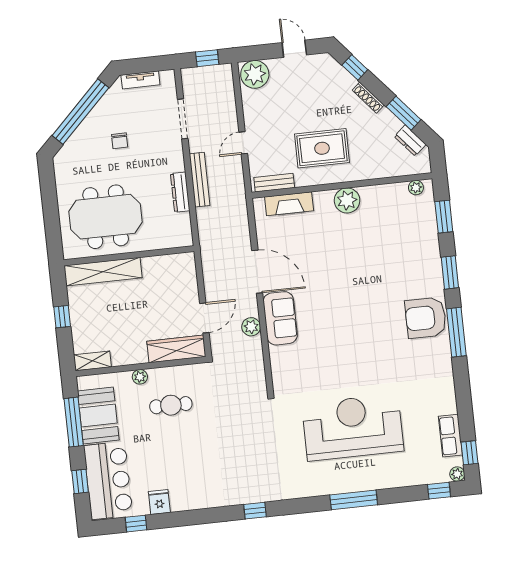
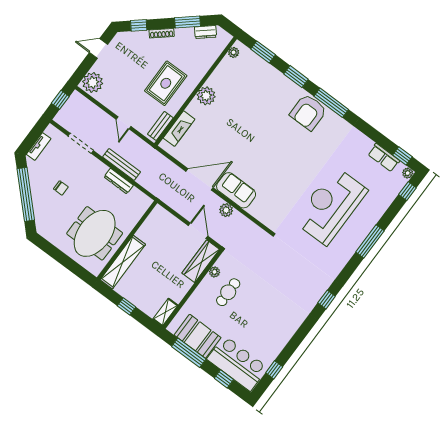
plant: (140, 377) -> (215, 272), moved
fridge: (159, 502) -> (274, 347), removed

